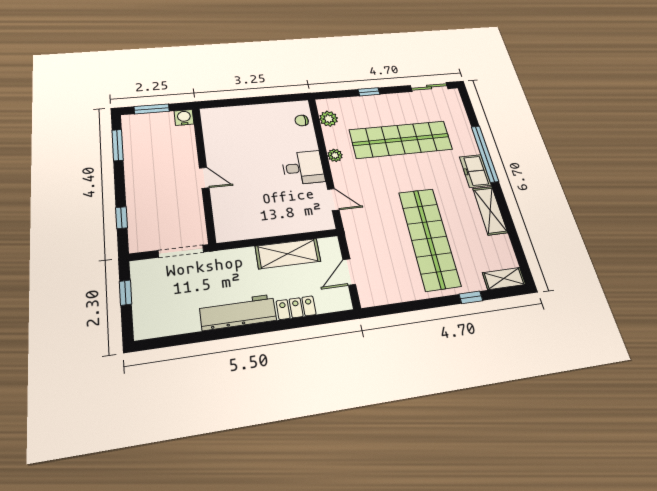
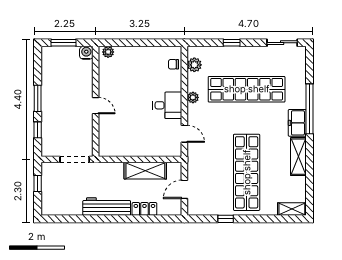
plant: (213, 114) -> (108, 52), added
window: (118, 145) -> (38, 98), moved
window: (471, 297) -> (226, 219), moved

